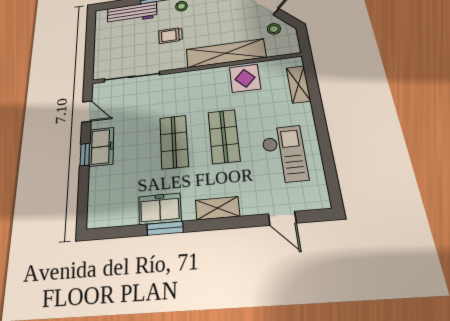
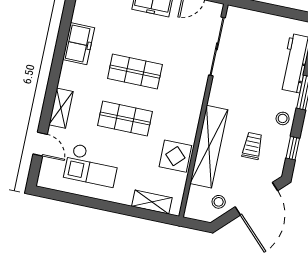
trolley: (170, 36) -> (252, 146), moved
shelving: (217, 208) -> (61, 108), moved
door: (282, 218) -> (40, 144), swing flipped
window: (165, 228) -> (61, 44), removed

